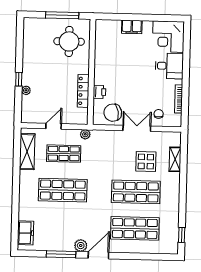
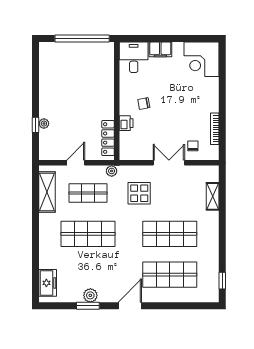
window: (62, 15) -> (82, 39), width x1.46
round table: (69, 41) -> (91, 68), removed
desk: (169, 66) -> (134, 57), moved, turned -90
window: (19, 79) -> (36, 125), moved
locker: (83, 91) -> (108, 138), moved
chair: (113, 113) -> (144, 104), moved, width x0.54, depth x0.54
display table: (146, 162) -> (139, 193), moved
plant: (81, 246) -> (90, 295), moved
window: (61, 254) -> (88, 306), width x0.69

